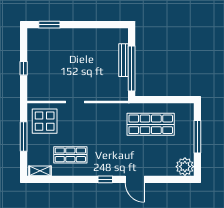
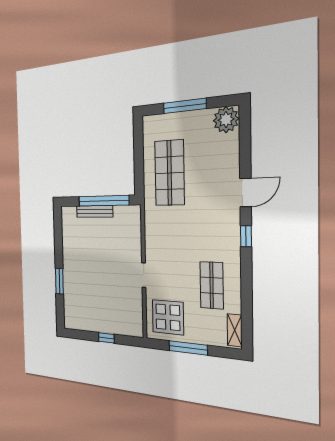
window: (49, 25) -> (59, 281), moved

